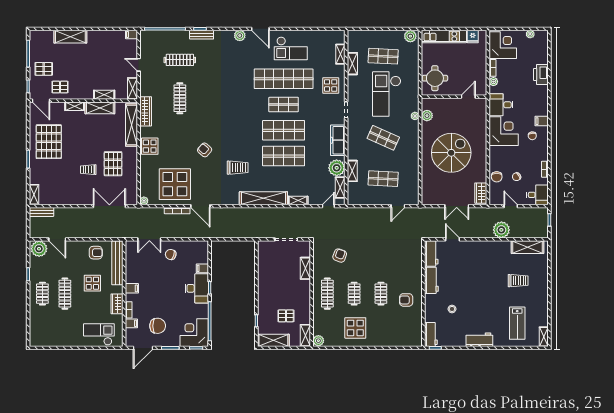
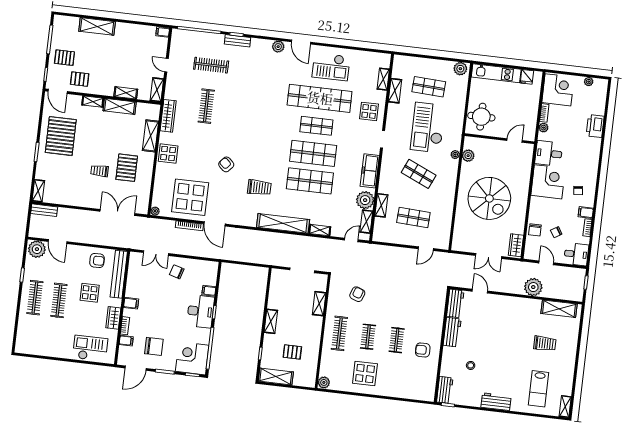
filing cabinet: (542, 121) -> (586, 212), moved
shelving: (132, 125) -> (150, 136), width x0.68
spiral stairs: (451, 153) -> (489, 198), turned 90
clothes rail: (42, 294) -> (35, 298), width x1.36
shelving: (305, 335) -> (271, 321), moved

